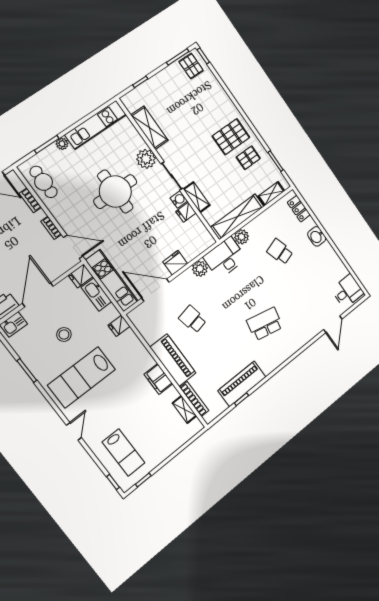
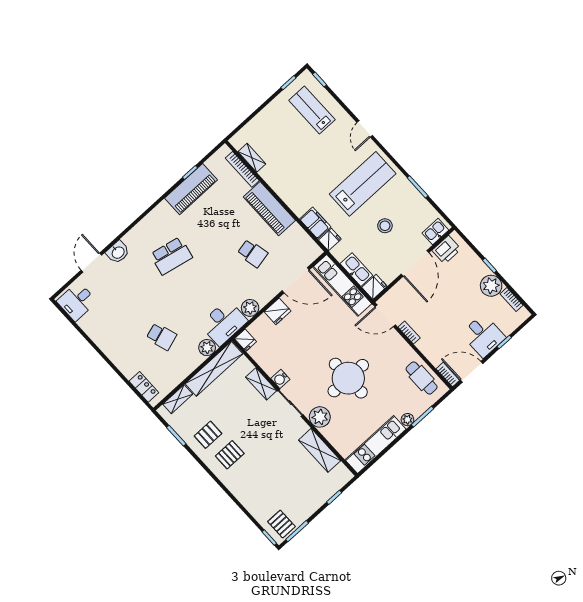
pallet: (231, 137) -> (230, 455), width x0.67, depth x0.71
bookcase: (30, 200) -> (448, 375), moved
fridge: (186, 212) -> (246, 340), moved, turned 90
washbasin: (317, 236) -> (118, 252), moved, turned 90
filing cabinet: (158, 379) -> (315, 223), moved

